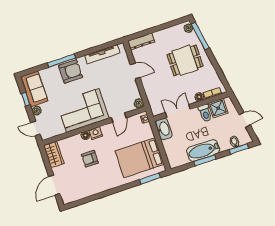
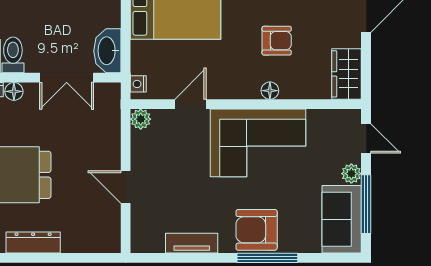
dresser: (141, 42) -> (33, 243), moved
tv unit: (102, 54) -> (192, 243), width x0.71
window: (26, 99) -> (366, 204), width x2.17
nightstand: (96, 133) -> (247, 88), removed

